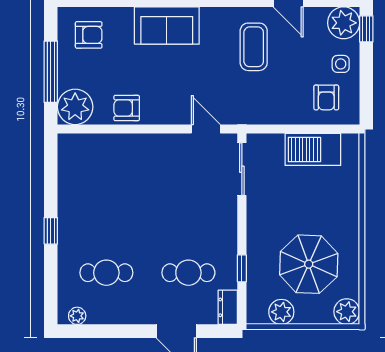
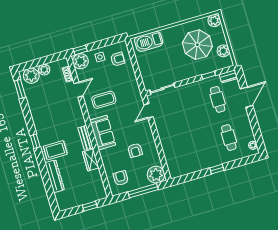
sofa: (167, 26) -> (103, 133), moved
armchair: (127, 108) -> (135, 150), moved
barbecue: (313, 149) -> (149, 41), moved, turned 90

